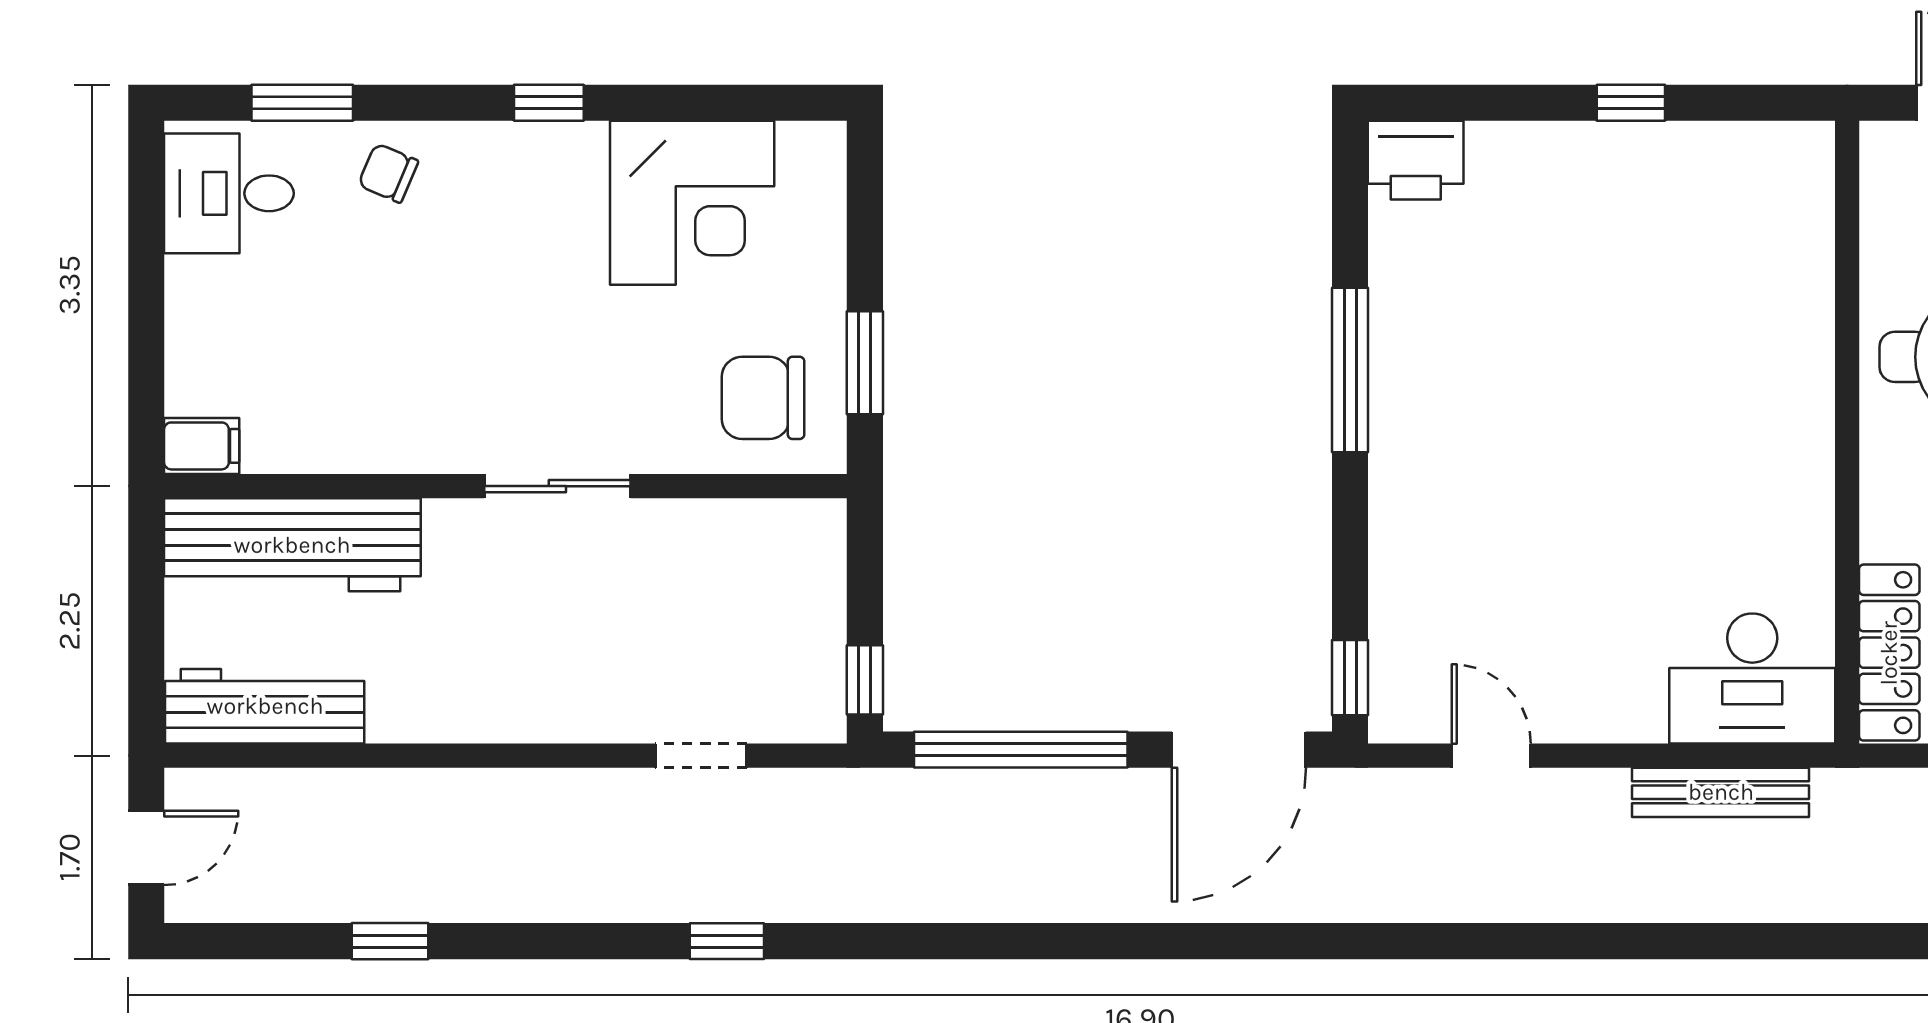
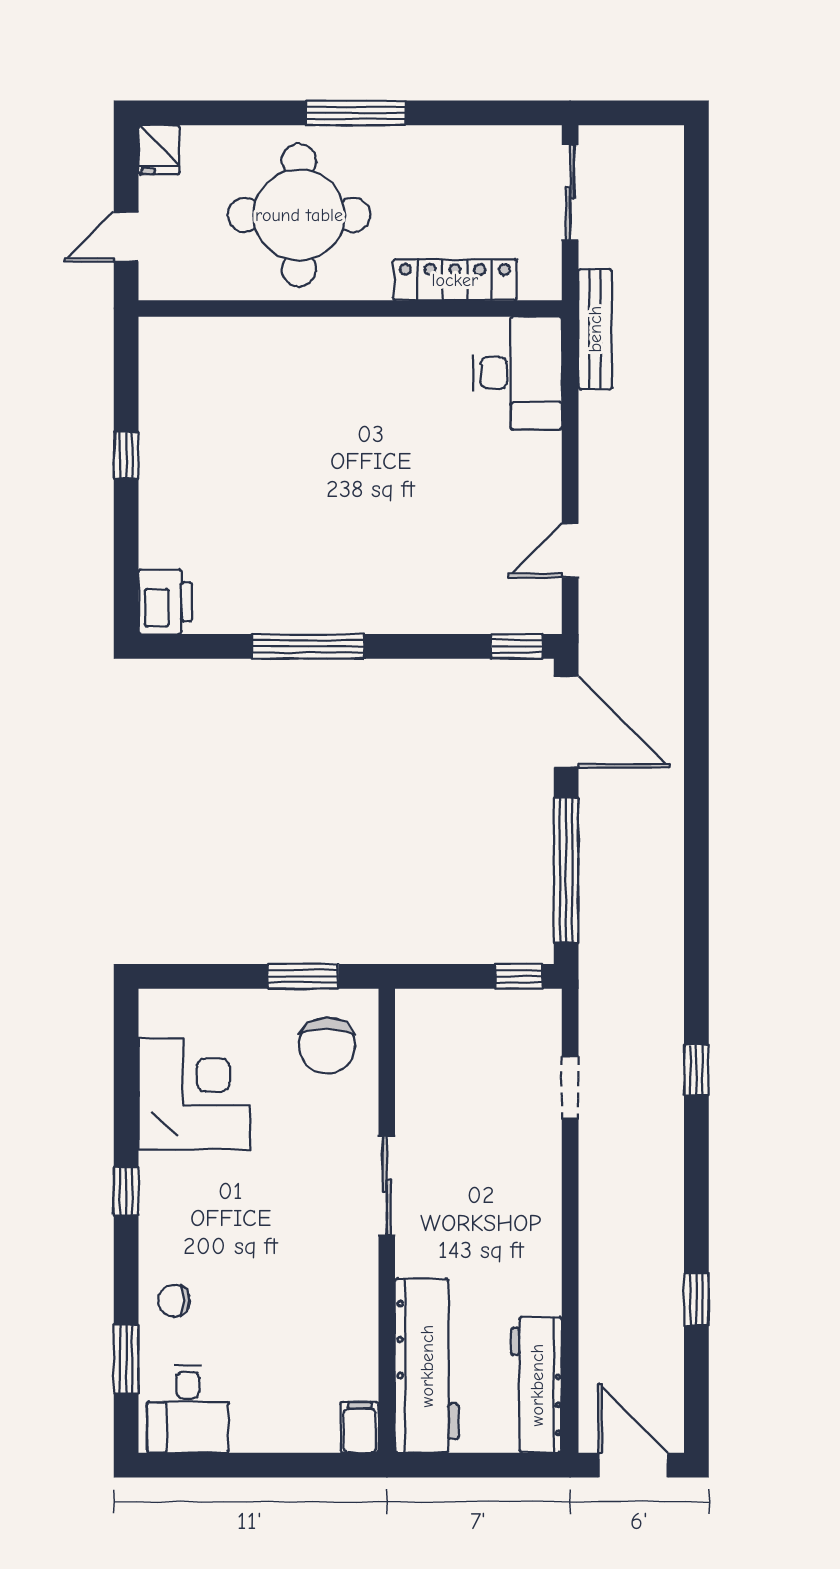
chair: (388, 173) -> (174, 1301), turned 67
locker: (1889, 653) -> (455, 280), moved
bench: (1721, 792) -> (595, 329), moved
door: (146, 848) -> (633, 1465), width x1.38

